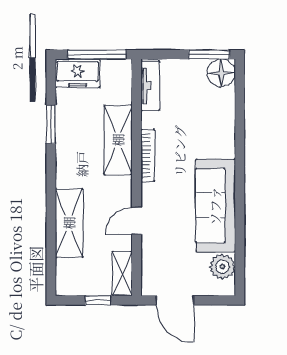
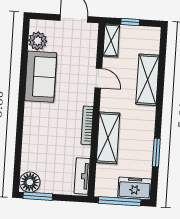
sofa: (215, 206) -> (41, 77), width x0.73
door: (136, 221) -> (98, 78), hinge flipped

